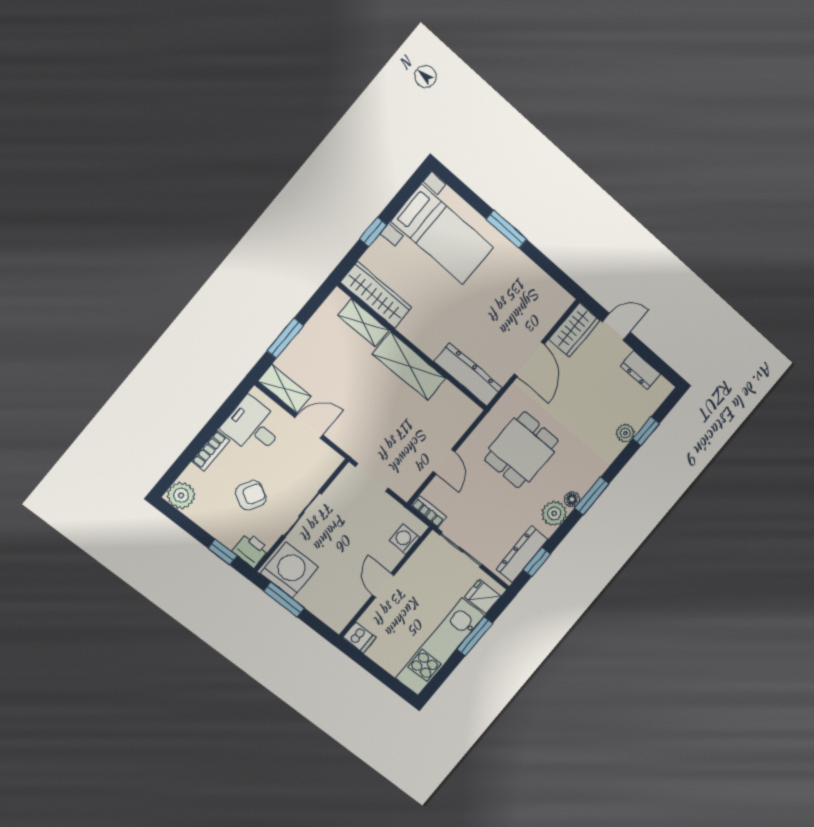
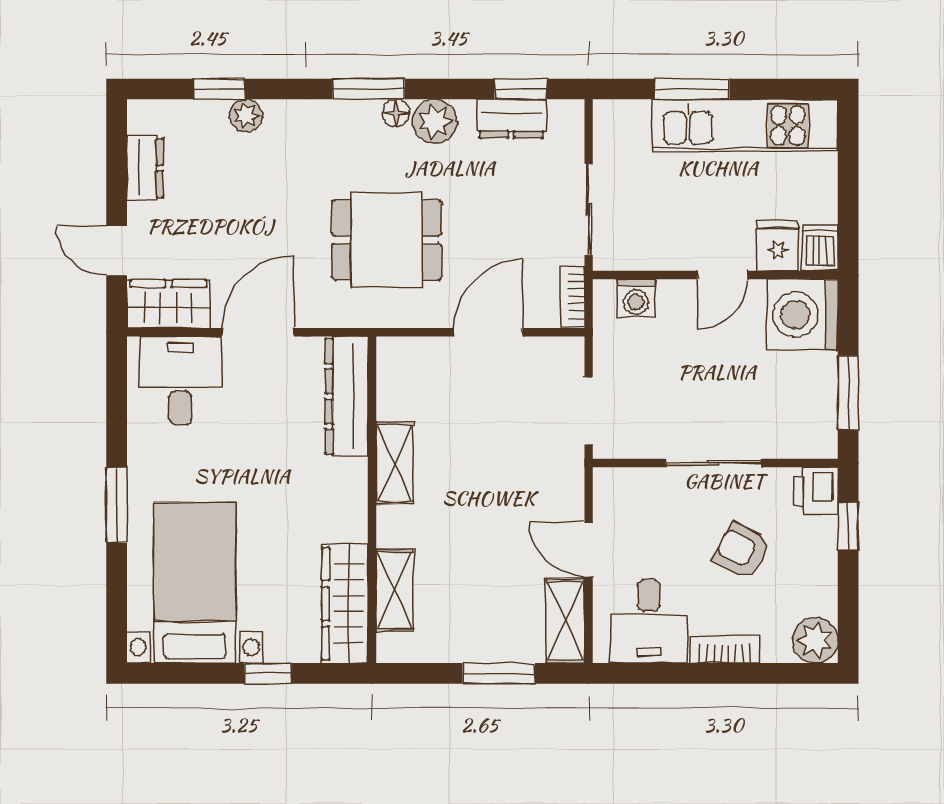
desk: (537, 306) -> (180, 381), added
shelving: (409, 366) -> (395, 463), width x0.67, depth x0.75
door: (444, 462) -> (488, 332), width x1.38
dresser: (522, 554) -> (511, 119), width x0.70
washing machine: (289, 570) -> (802, 315), moved
fridge: (483, 597) -> (778, 246), moved, turned 180

